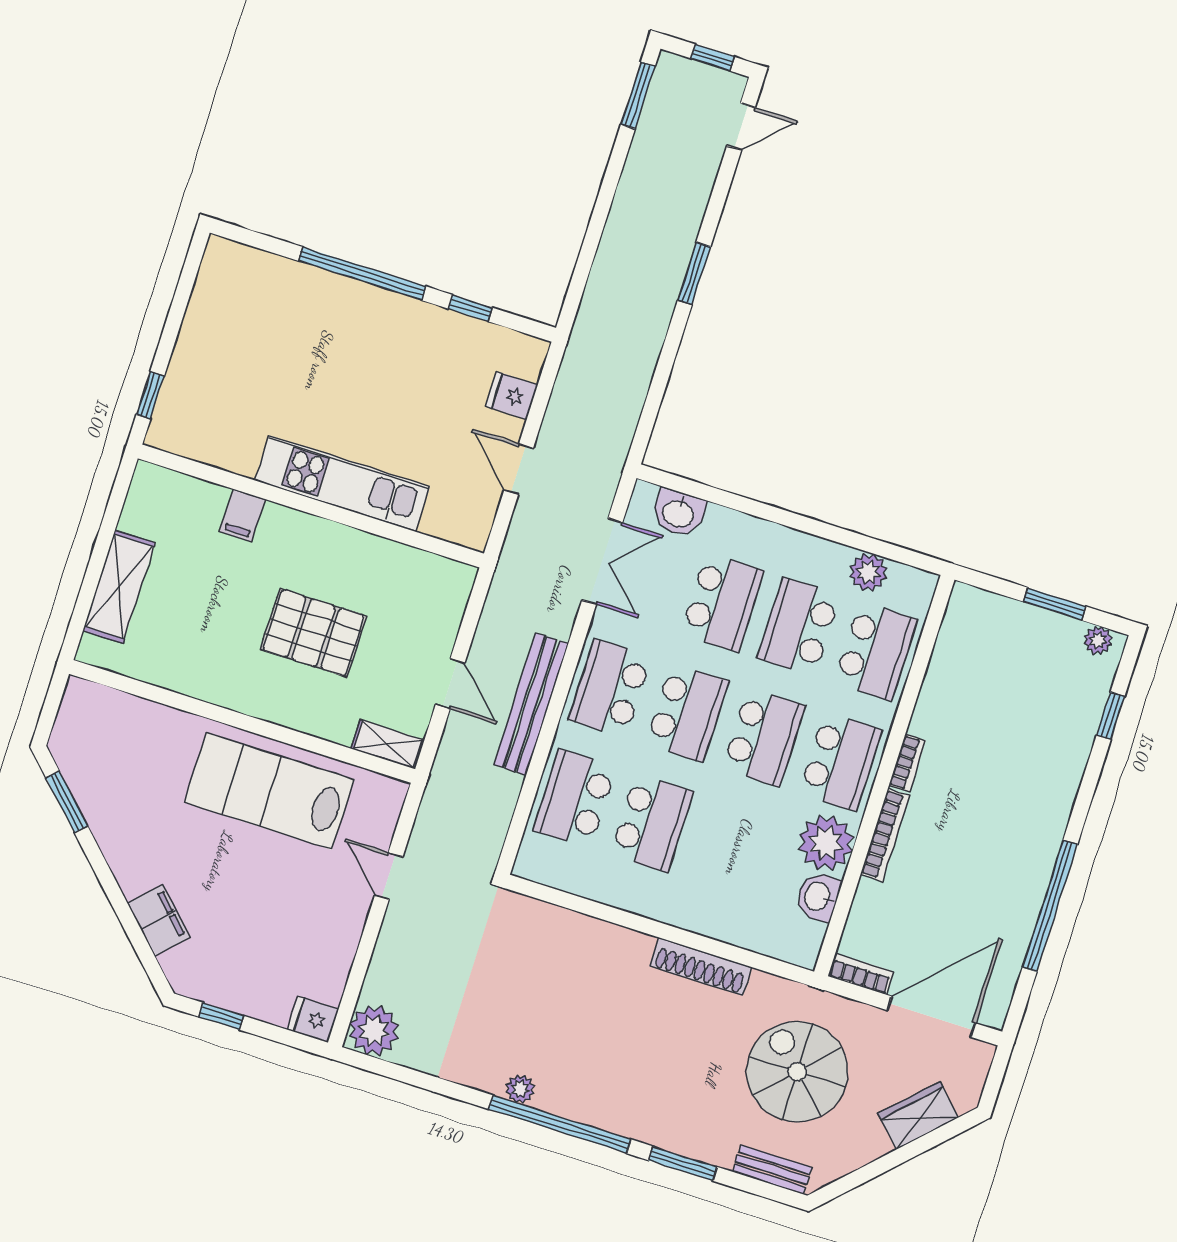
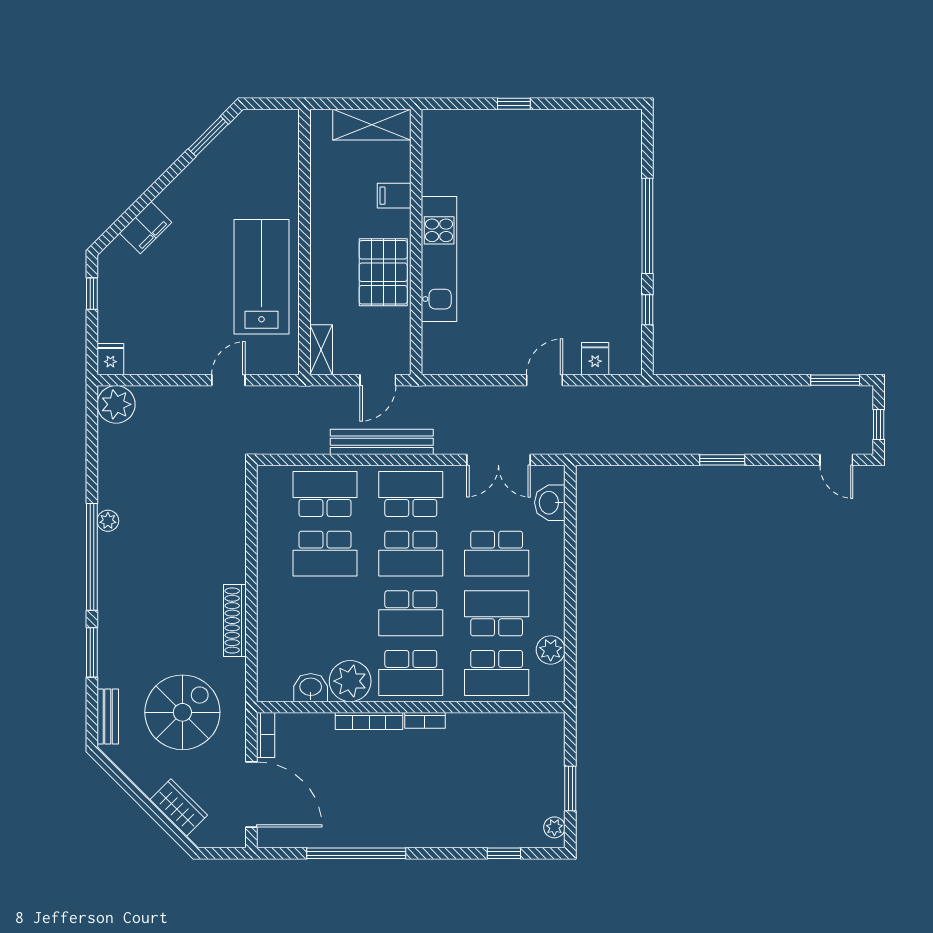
kitchen unit: (342, 483) -> (439, 259), moved
wall: (311, 506) -> (416, 242), moved
filing cabinet: (242, 515) -> (394, 196), moved

